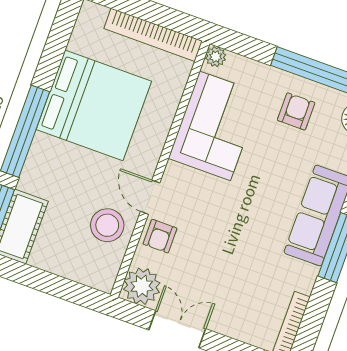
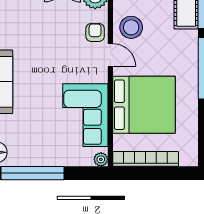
bed: (94, 105) -> (144, 105), moved, turned 180
armchair: (296, 111) -> (37, 143), removed

